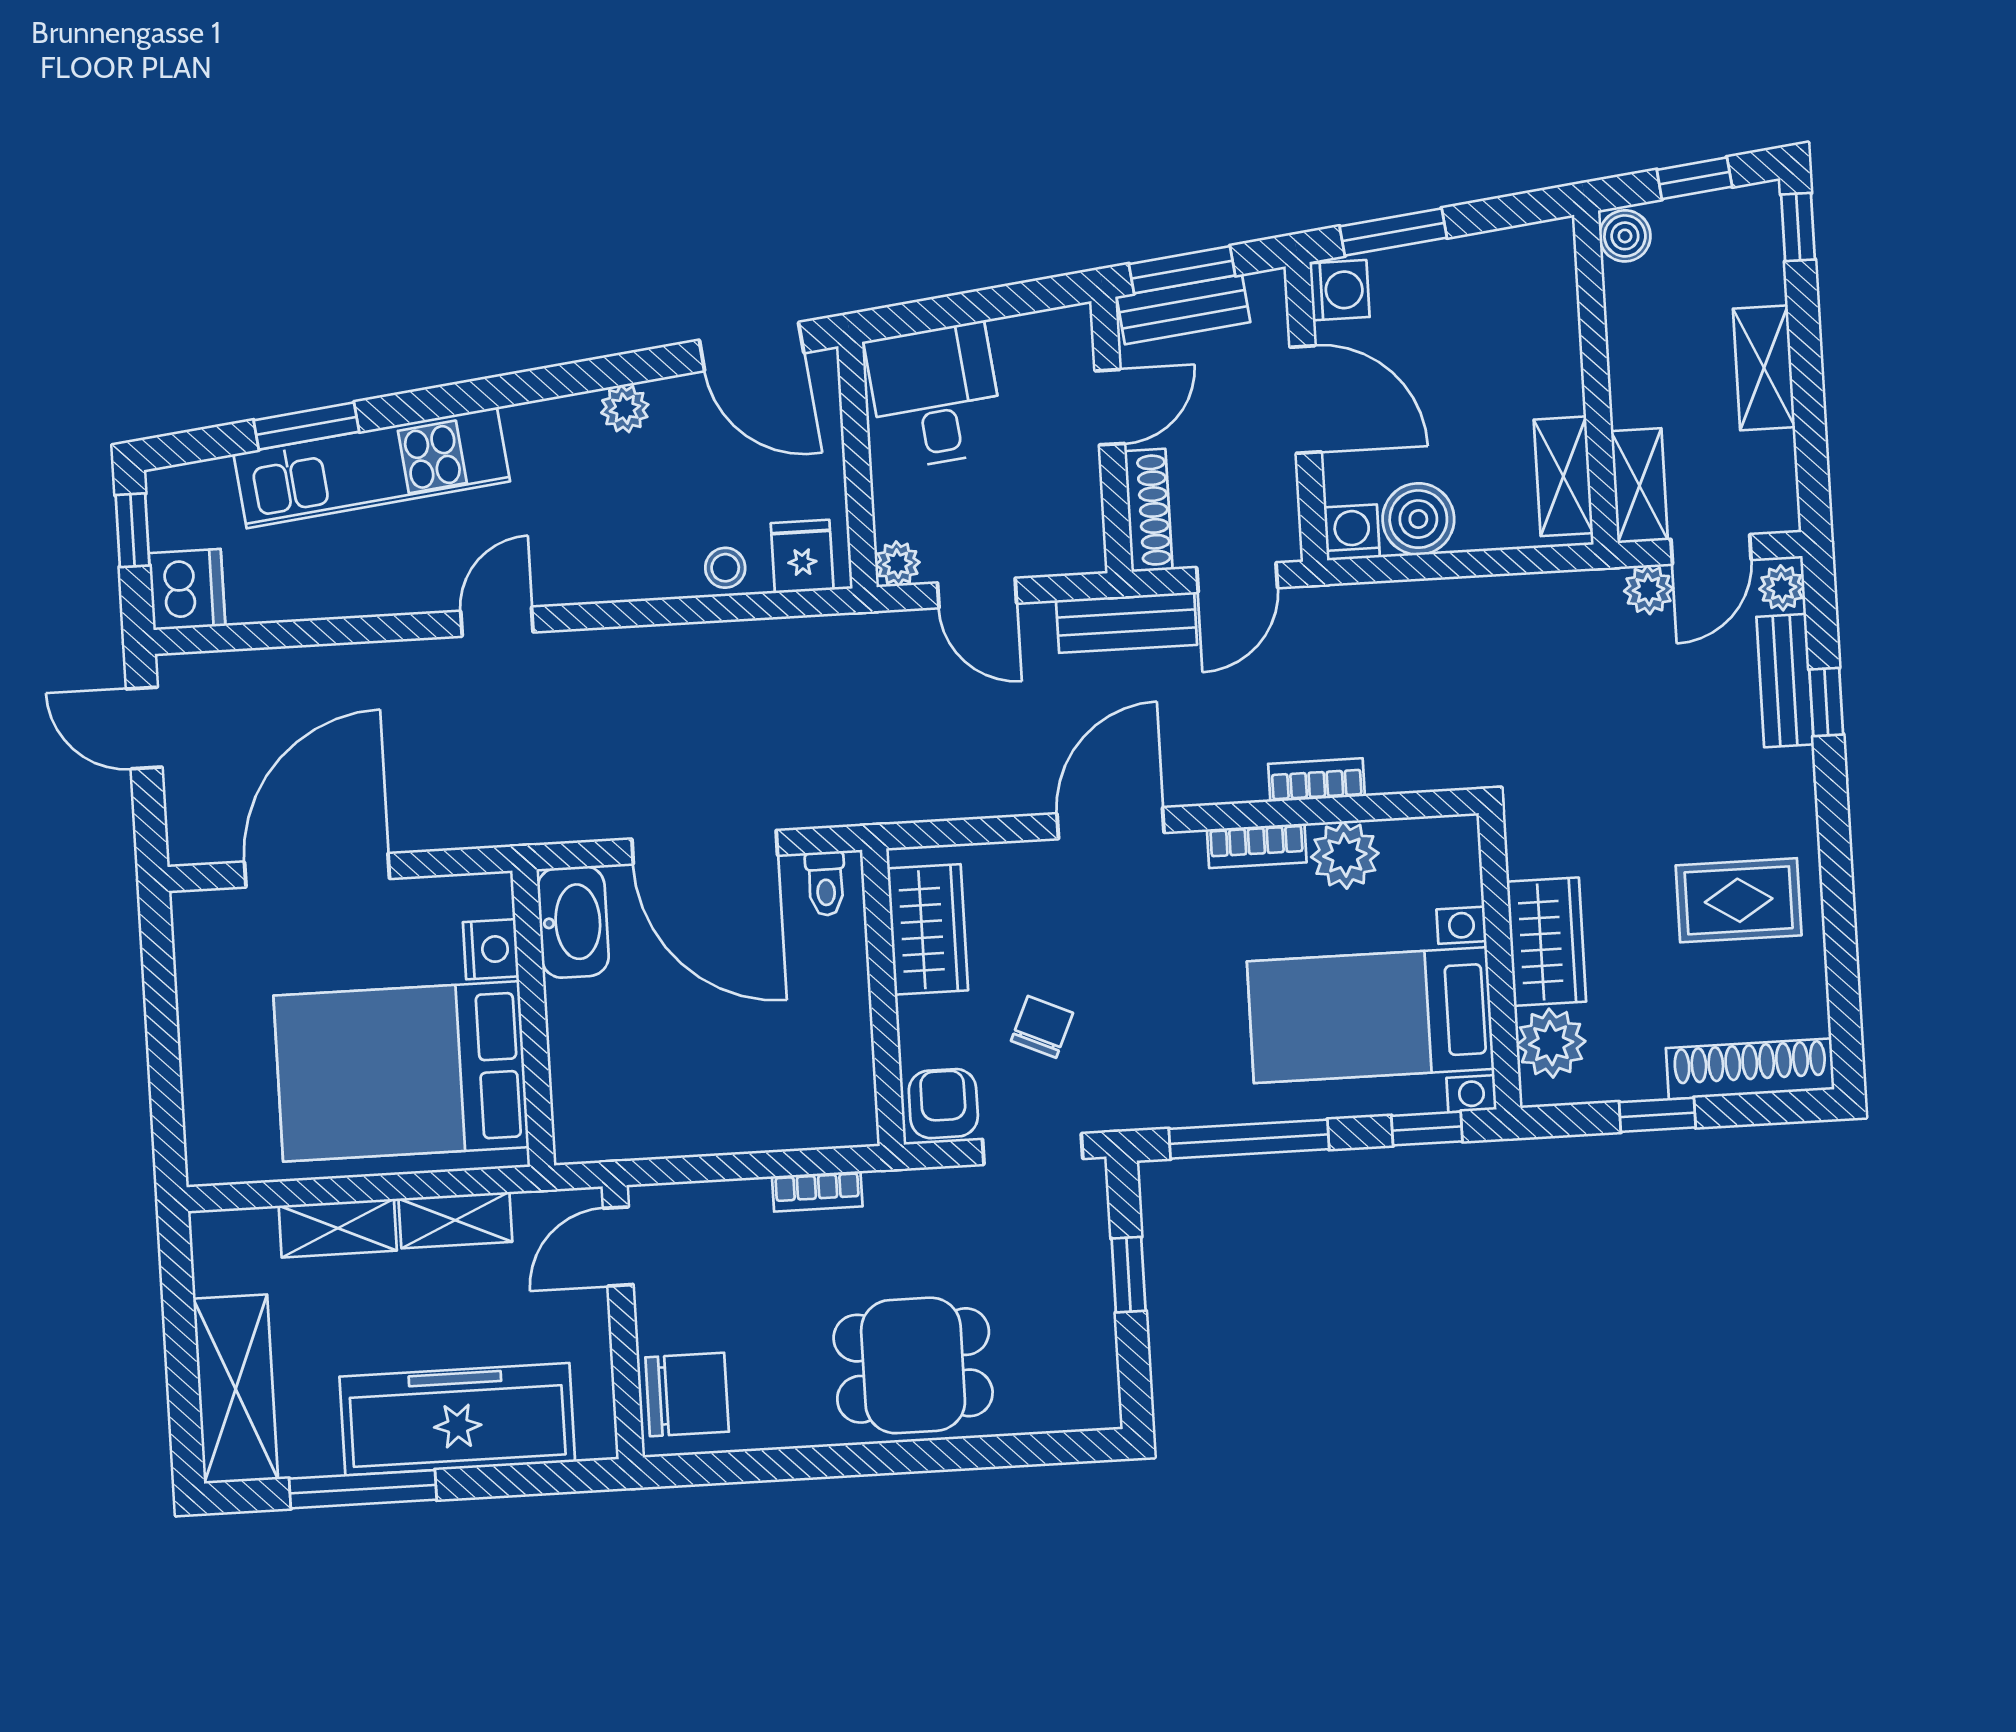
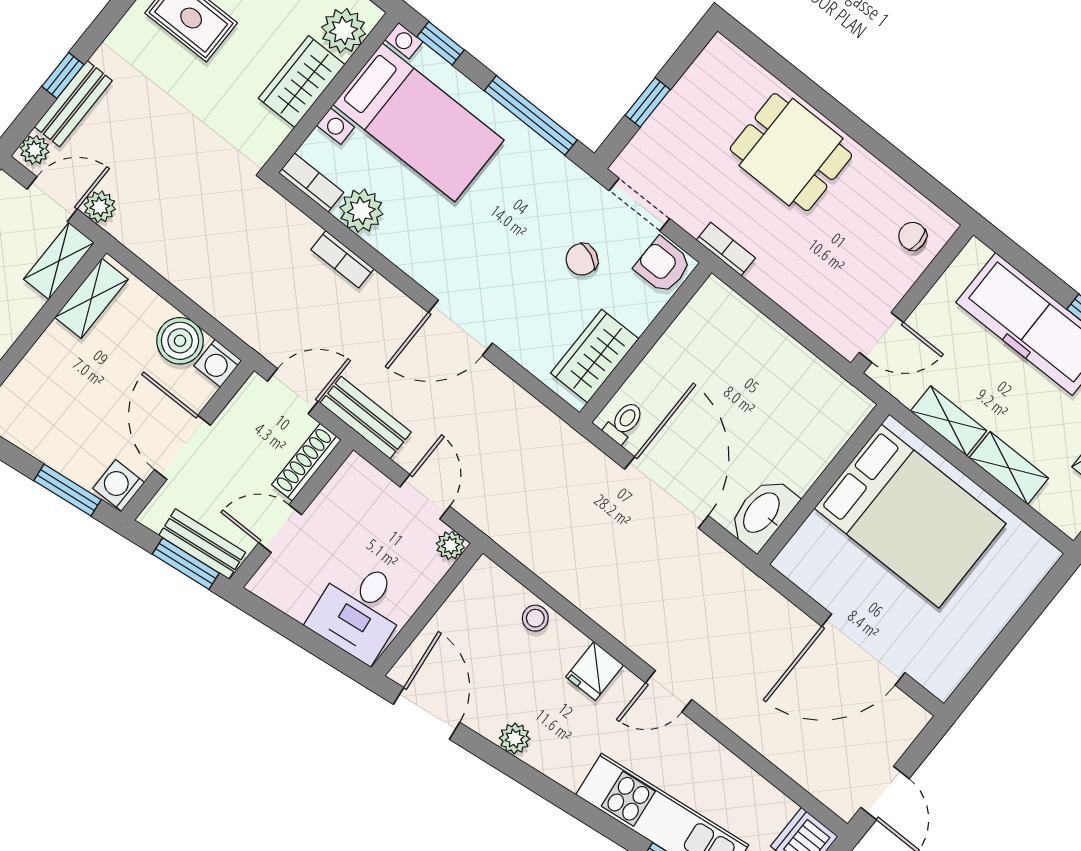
fridge: (802, 556) -> (595, 671), moved
bookcase: (1257, 846) -> (311, 183), moved
nightstand: (491, 949) -> (814, 536), removed
armchair: (943, 1104) -> (663, 265), turned 90
bookcase: (817, 1191) -> (726, 249), moved
chair: (687, 1394) -> (913, 236), width x0.54, depth x0.54

